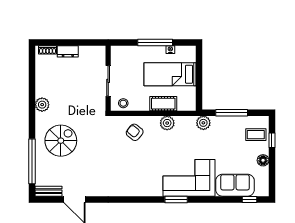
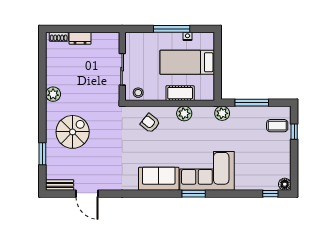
floor lamp: (263, 160) -> (285, 184), moved
window: (32, 161) -> (42, 154), width x0.47
sofa: (235, 185) -> (159, 179), moved

